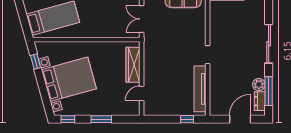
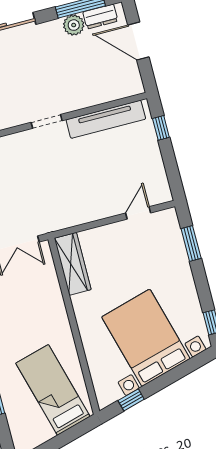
wardrobe: (133, 65) -> (73, 264), moved, turned -90
door: (142, 93) -> (138, 213), swing flipped
window: (101, 119) -> (191, 244), moved

